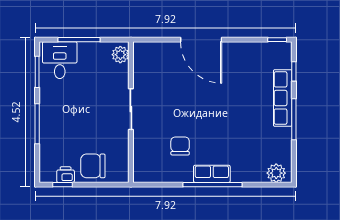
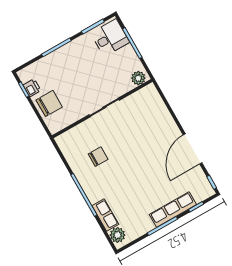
door: (201, 40) -> (193, 149), moved
chair: (93, 166) -> (49, 103), turned 90
row of seats: (212, 174) -> (105, 215), moved

